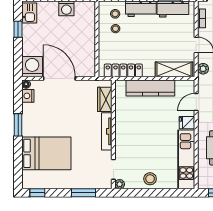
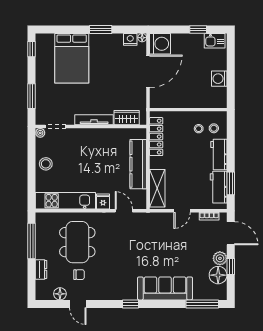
plant: (203, 69) -> (158, 218), removed

